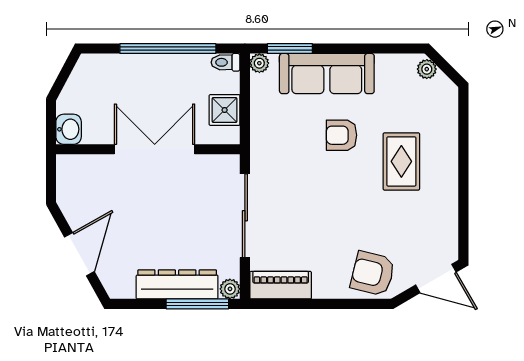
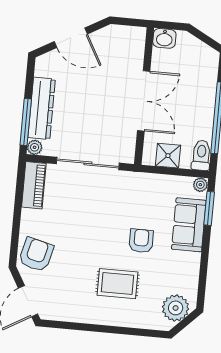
toilet: (226, 62) -> (201, 155), width x1.37, depth x1.39
plant: (427, 69) -> (176, 308), width x1.88, depth x1.88
sofa: (327, 74) -> (189, 225), width x0.73

